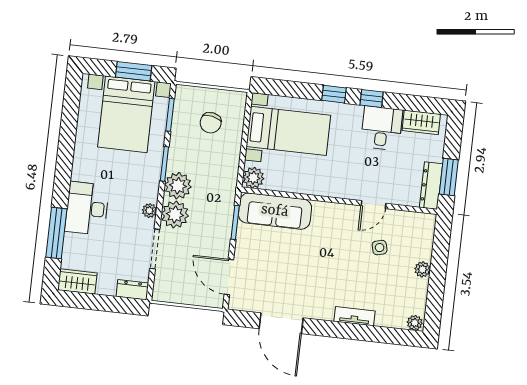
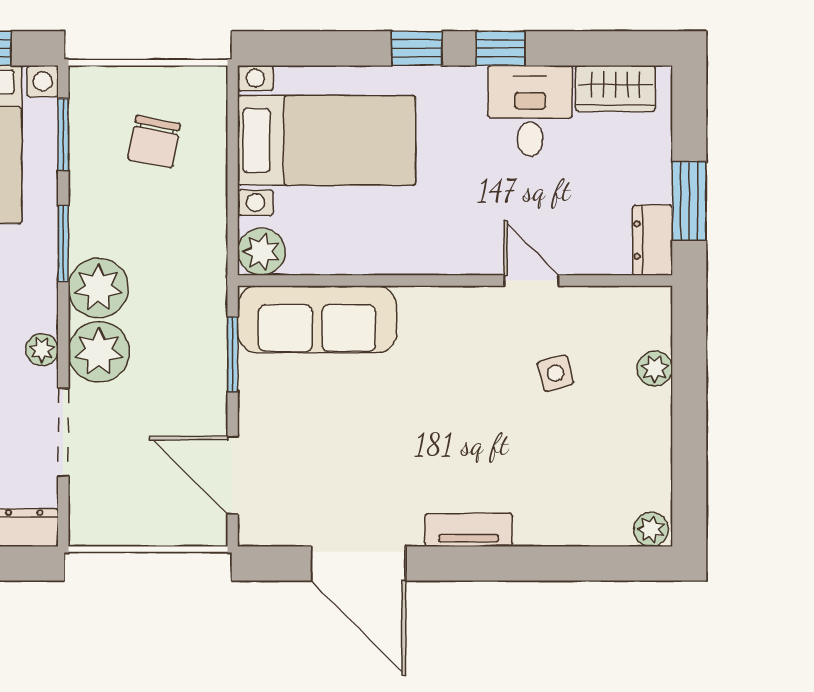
dresser: (431, 186) -> (652, 240), width x0.70
door: (373, 205) -> (531, 281), swing flipped
plant: (422, 269) -> (655, 369), moved
tv unit: (354, 316) -> (469, 530), moved

